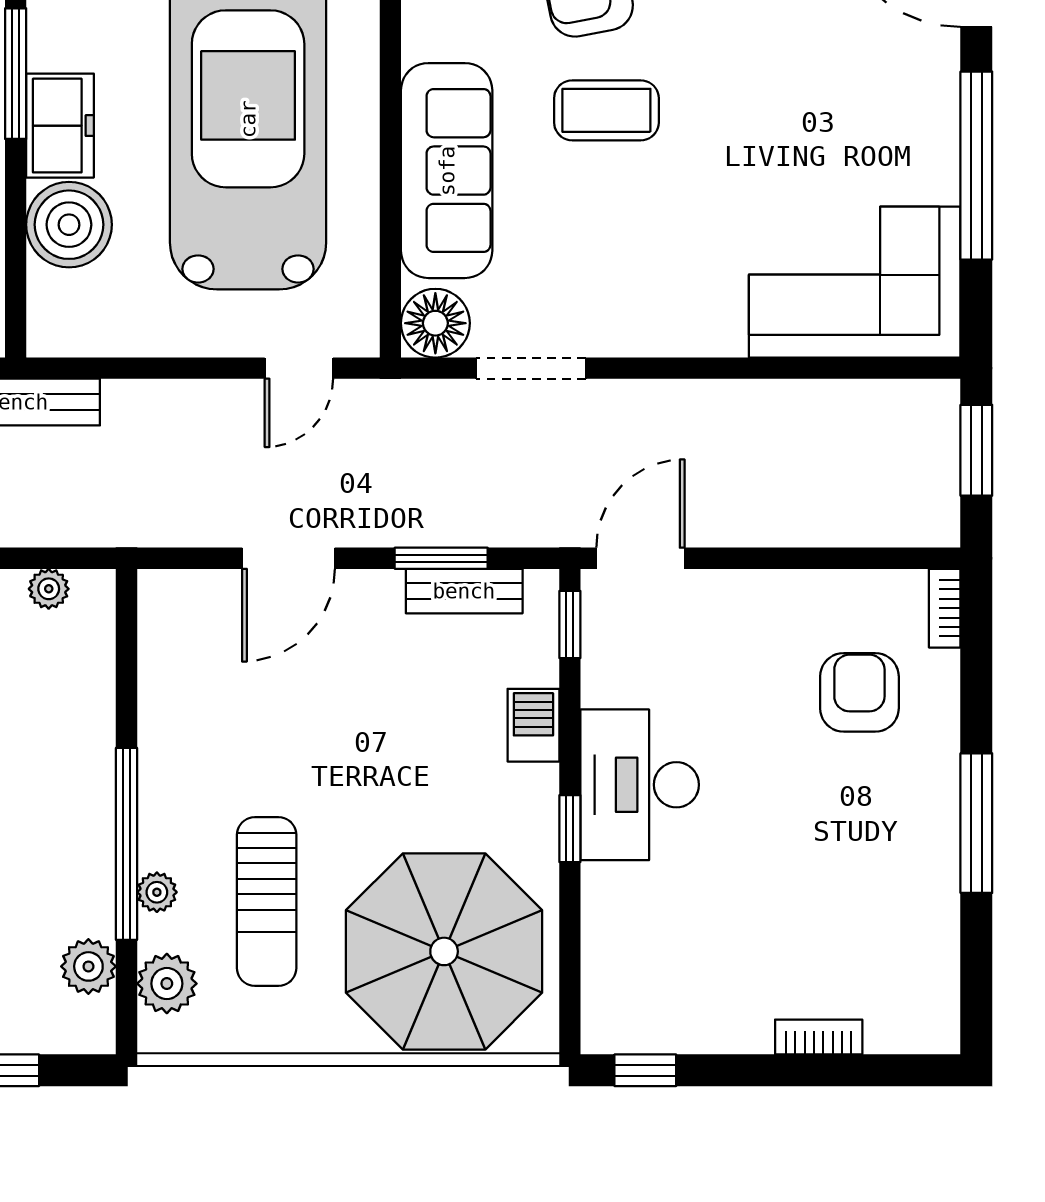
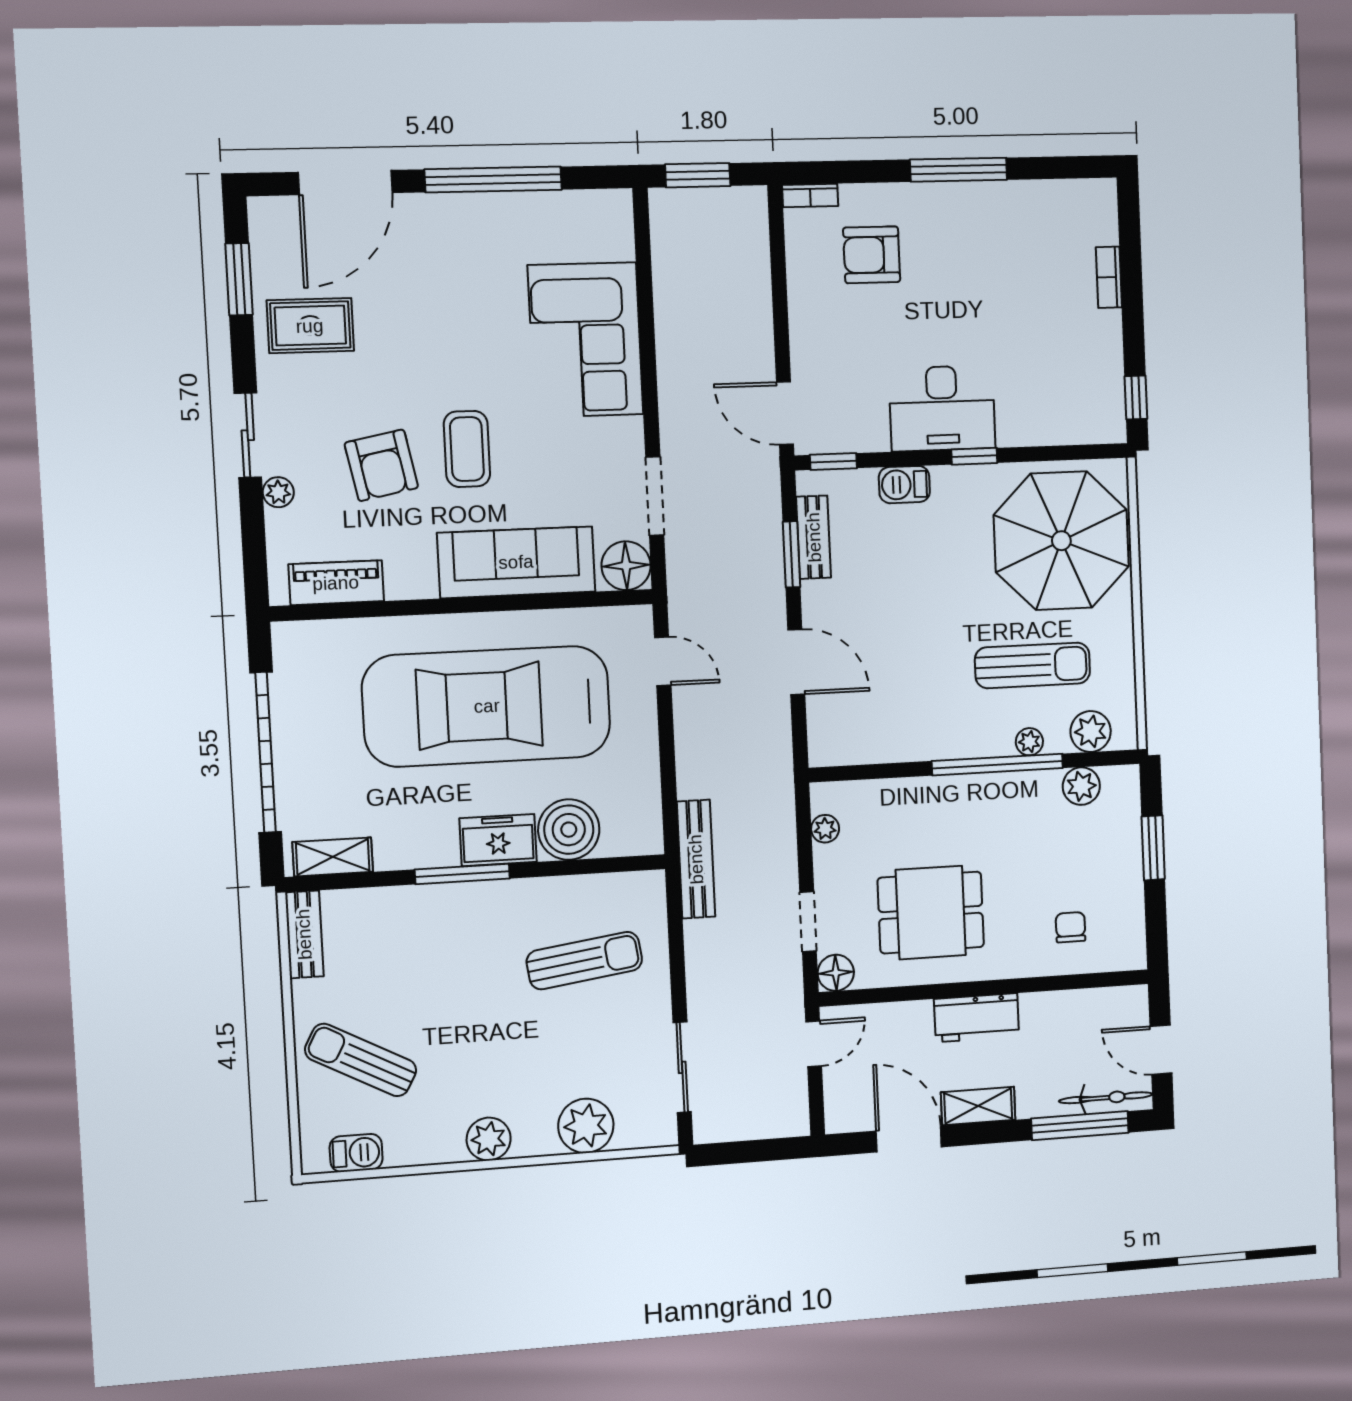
corner sofa: (855, 282) -> (586, 340), moved

